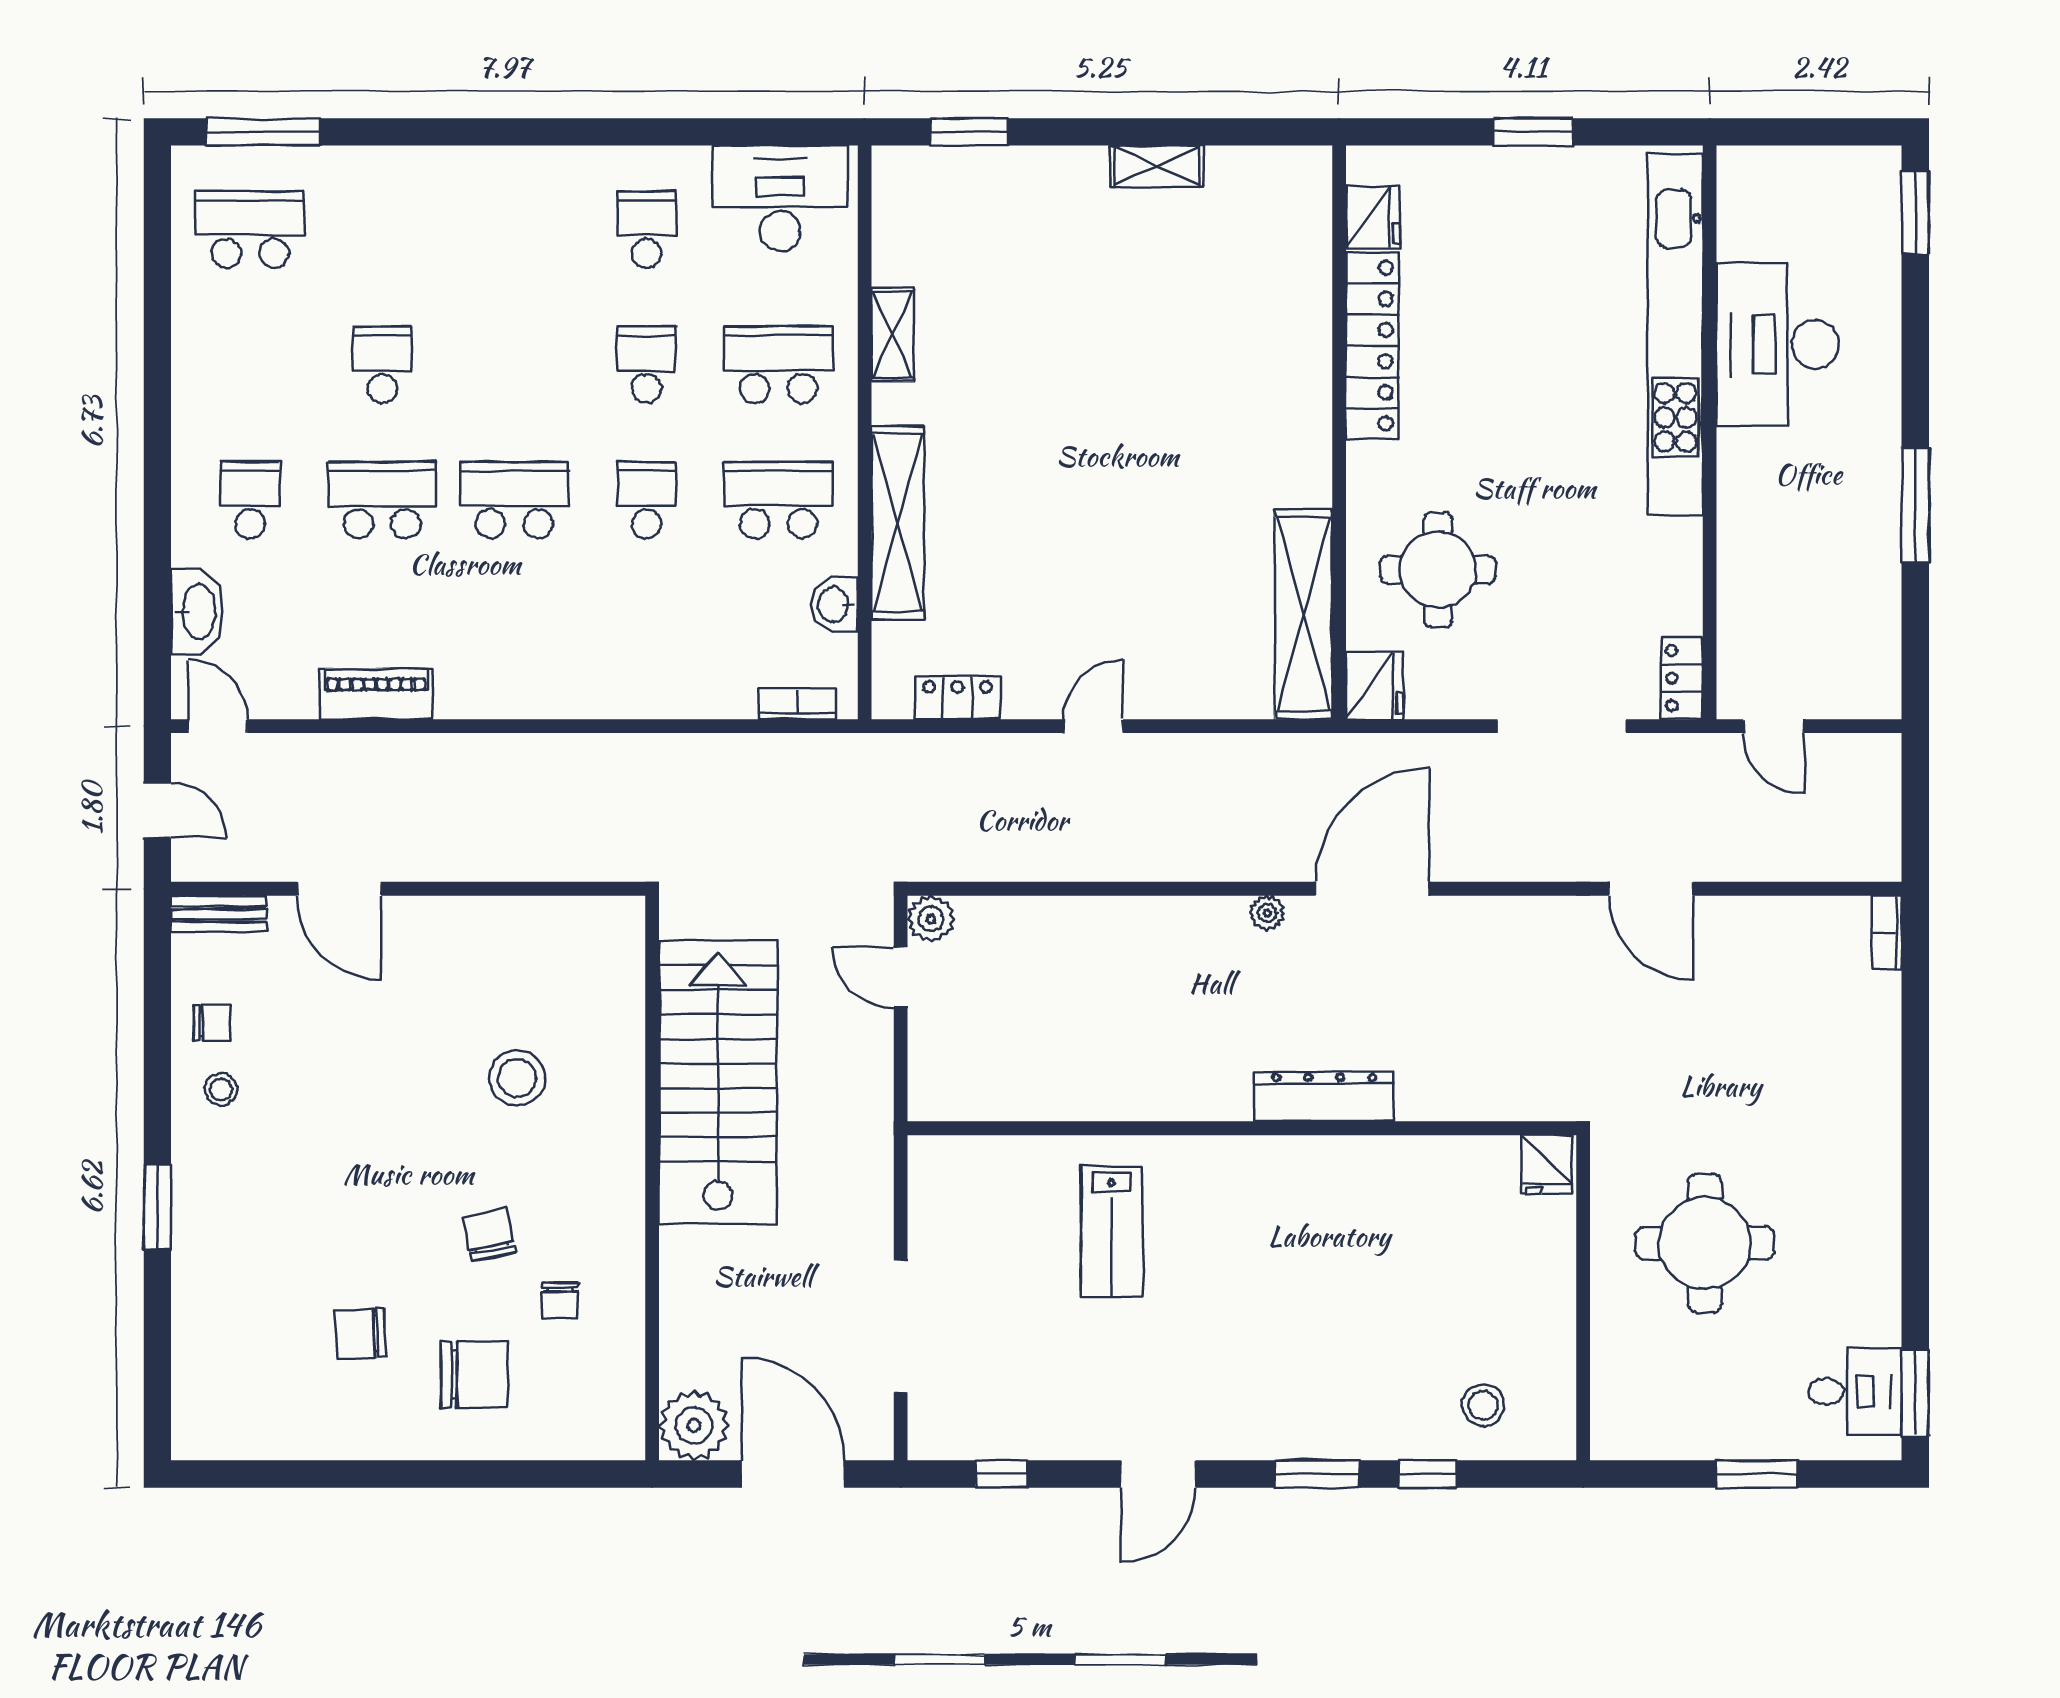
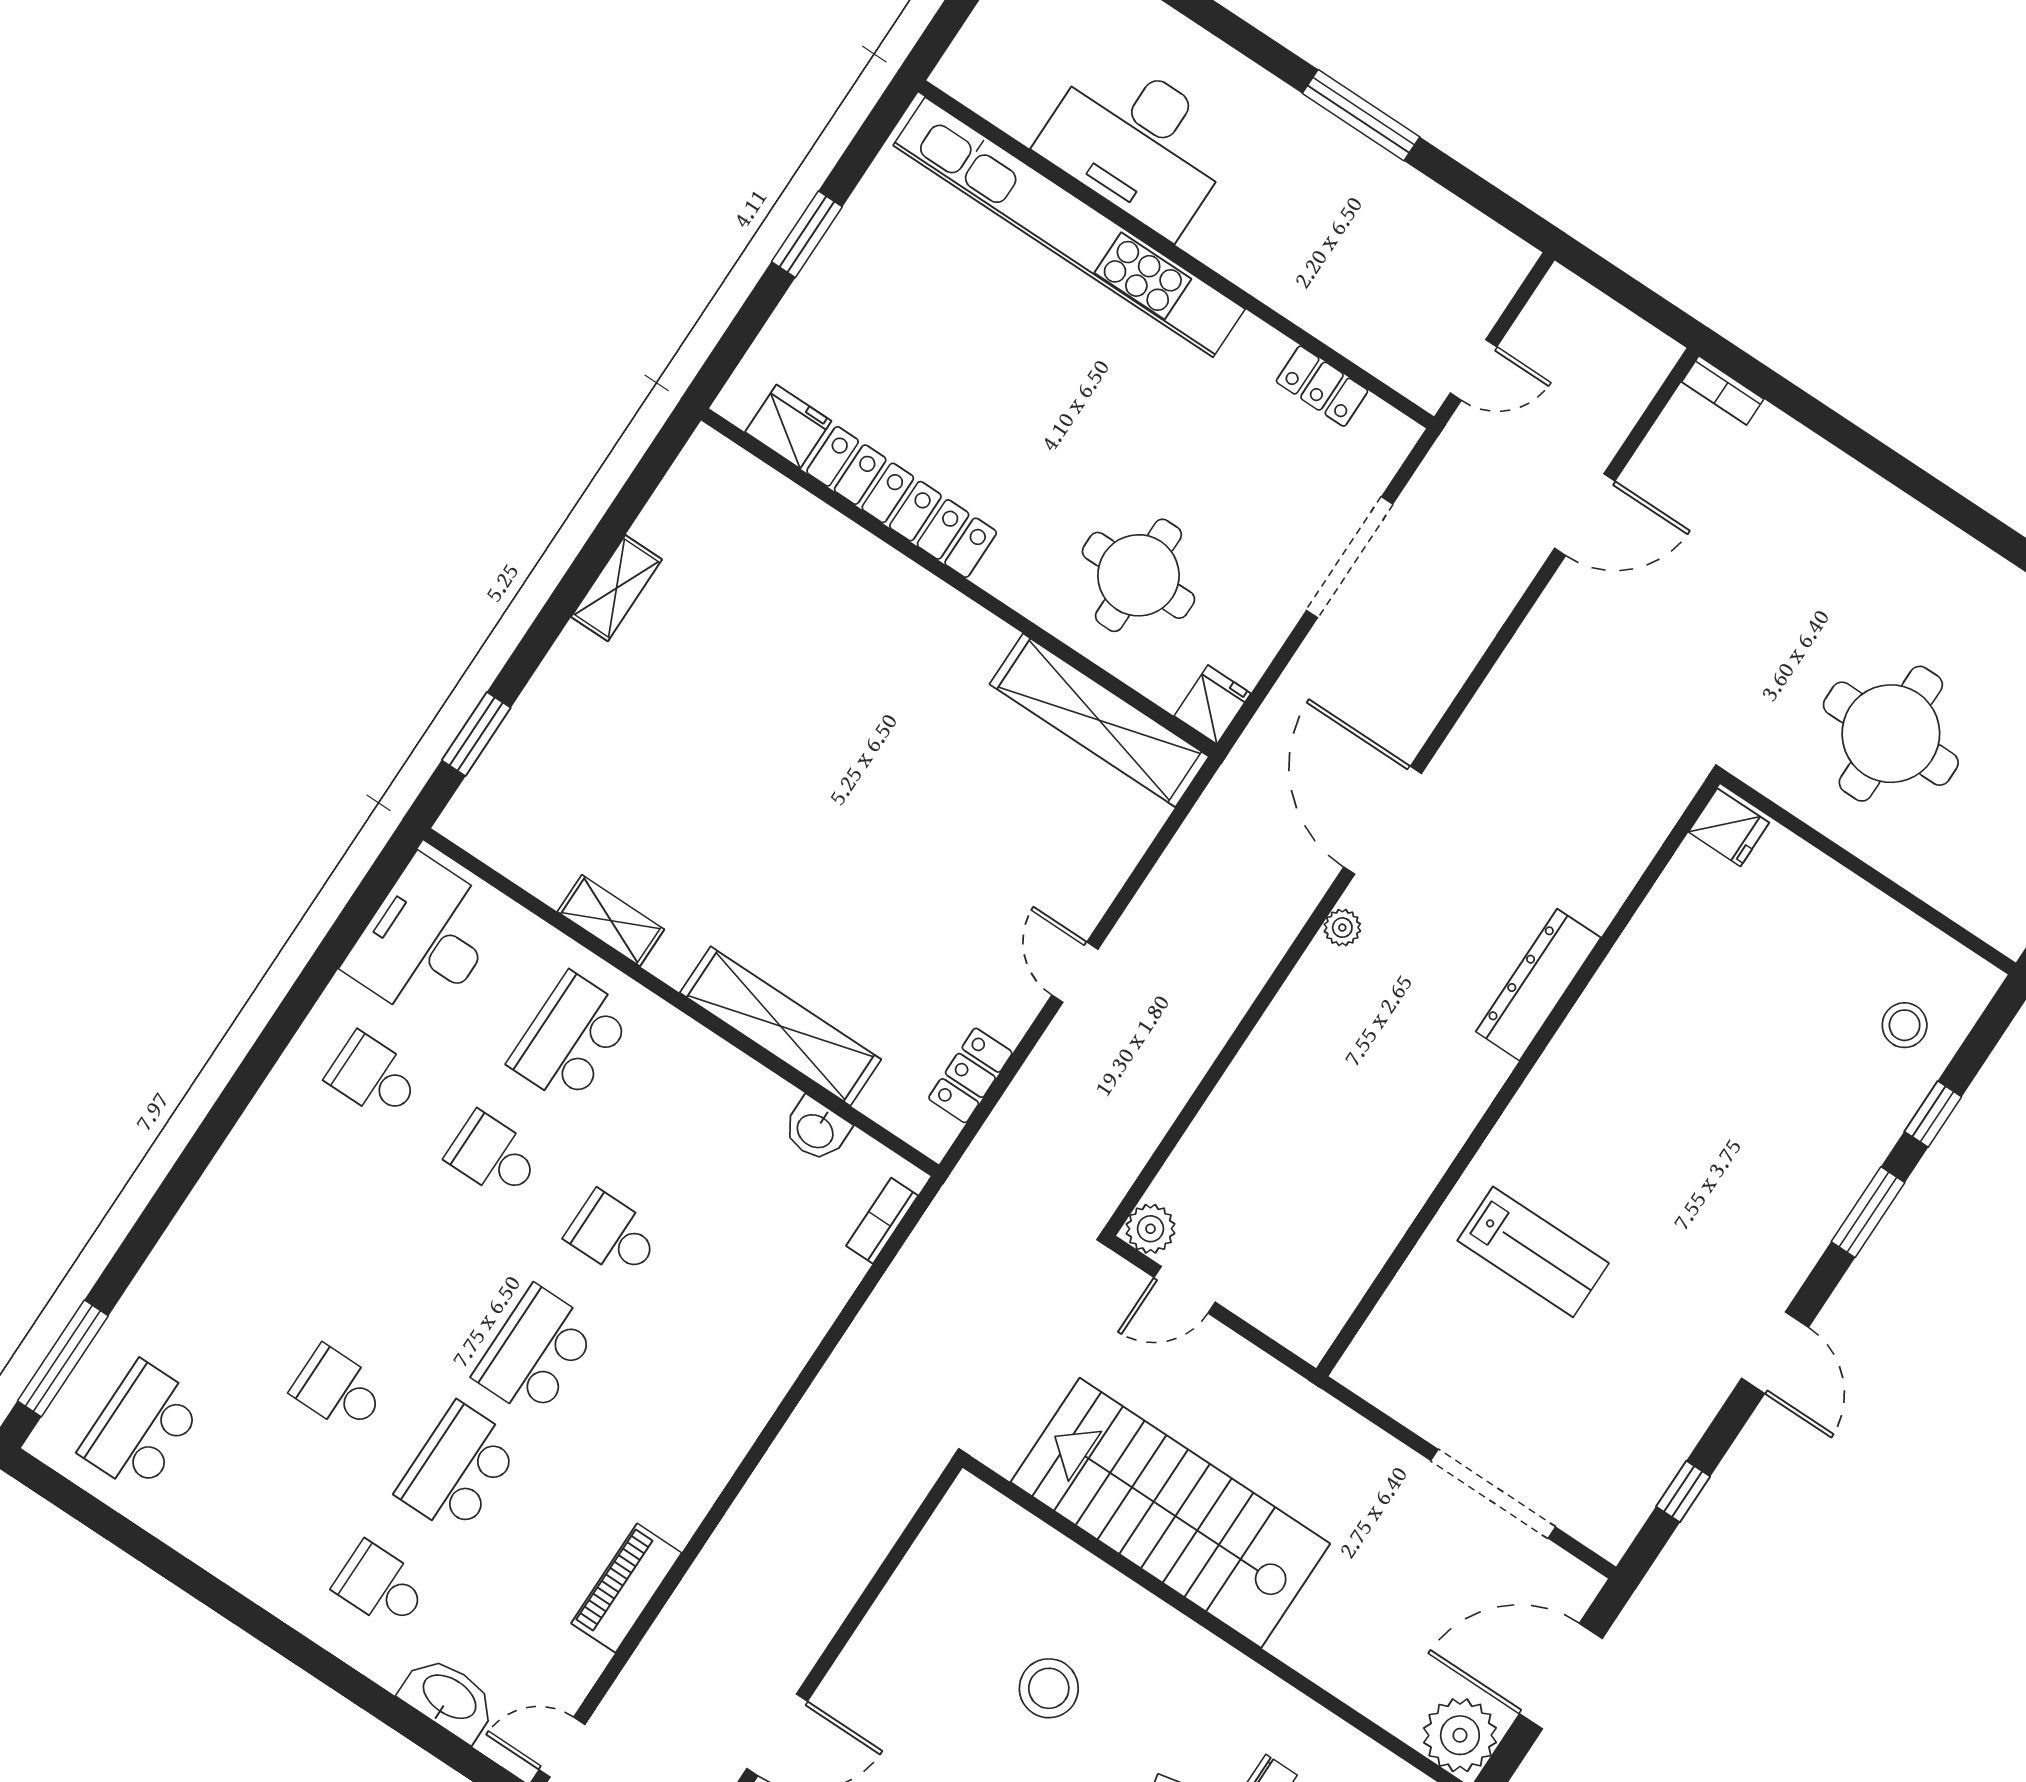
school desk: (779, 500) -> (690, 1118), removed
locker: (1682, 678) -> (1322, 386), moved
fridge: (1375, 686) -> (1212, 705), width x0.72
door: (1651, 889) -> (1585, 515), moved

